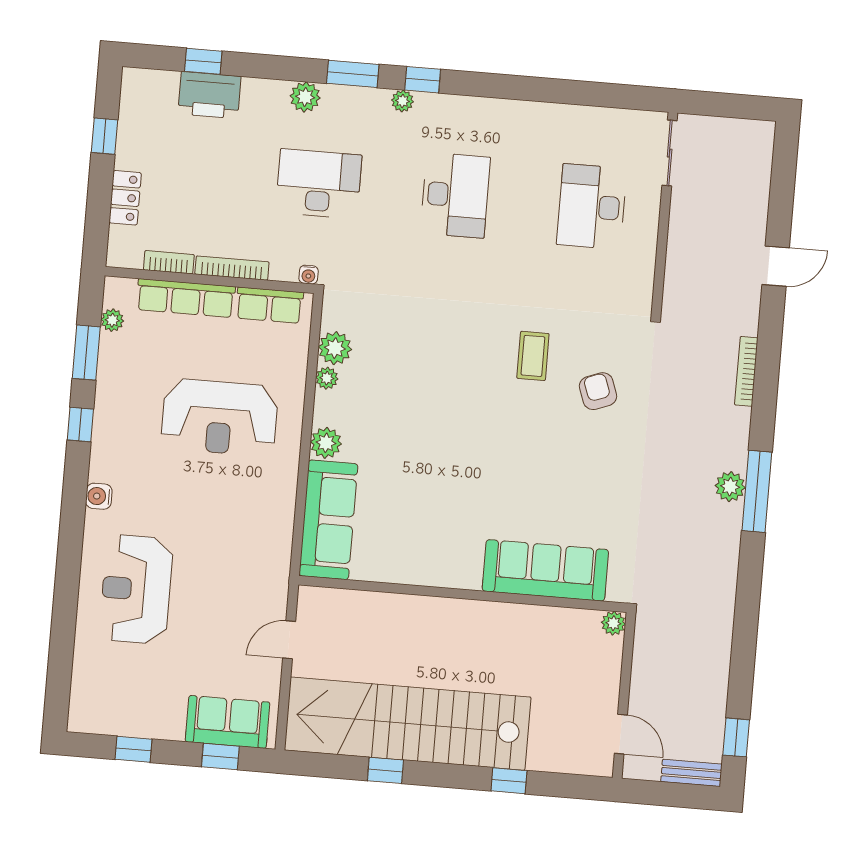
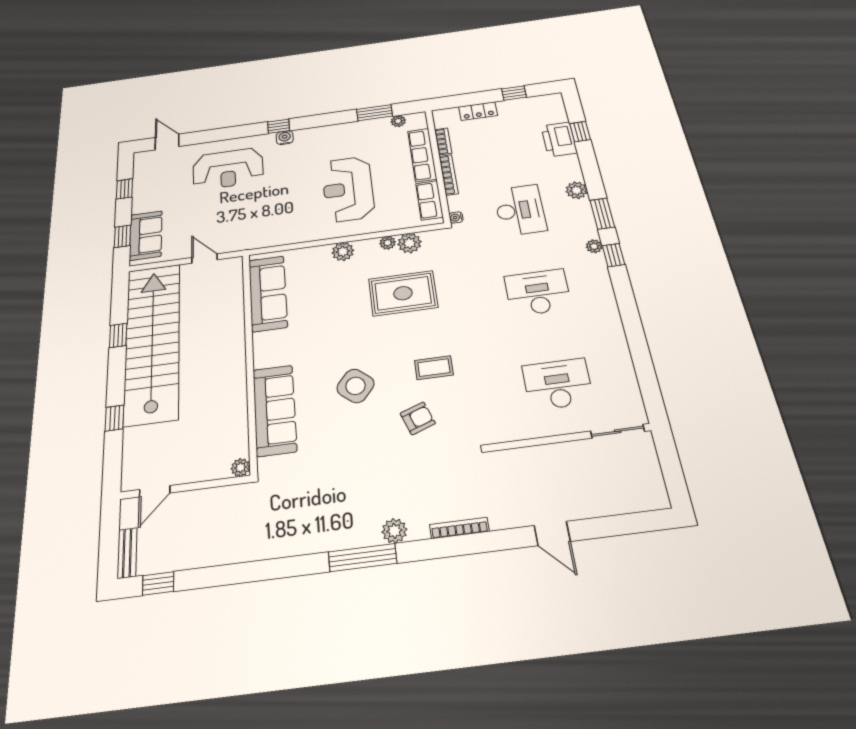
desk: (455, 195) -> (538, 292), turned 180
rug: (413, 373) -> (403, 293), added
window: (80, 424) -> (279, 126), moved
side table: (535, 461) -> (356, 386), added
plant: (730, 487) -> (394, 531), moved
sofa: (328, 520) -> (268, 293), moved, turned -90
reception desk: (136, 589) -> (228, 169), turned 180
door: (59, 678) -> (167, 142), added

